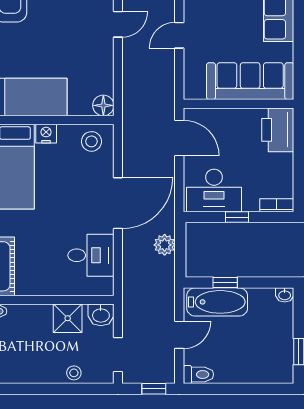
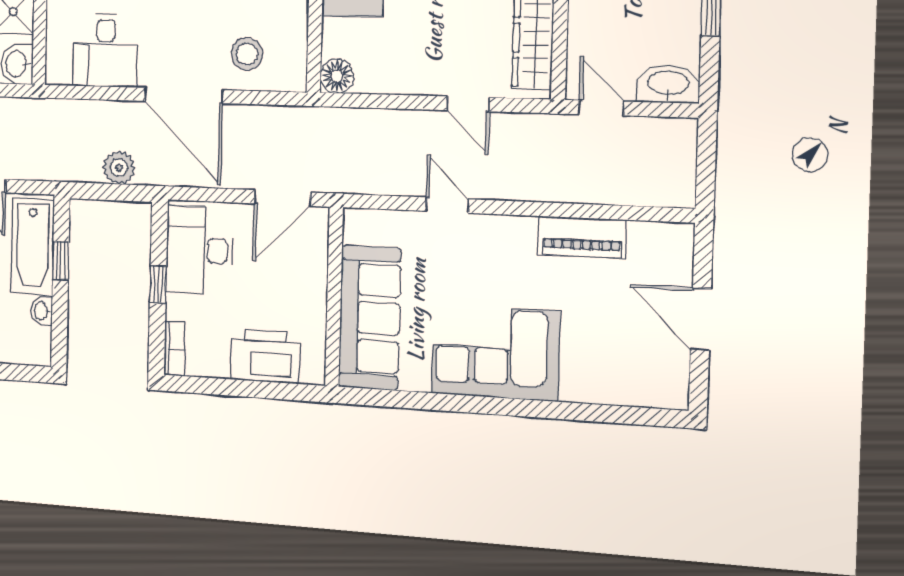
printer: (278, 130) -> (265, 356), moved
stool: (91, 141) -> (247, 54), moved
washbasin: (285, 295) -> (42, 311), moved

